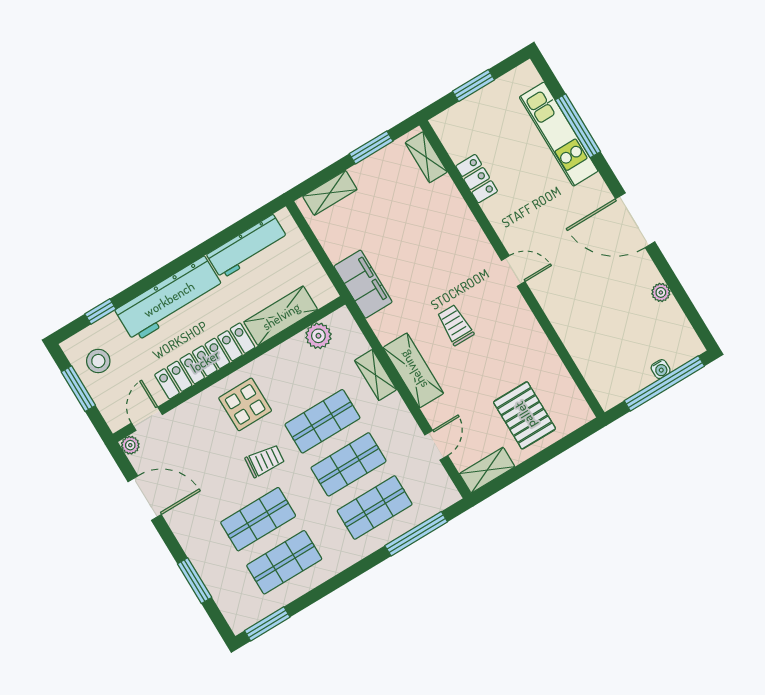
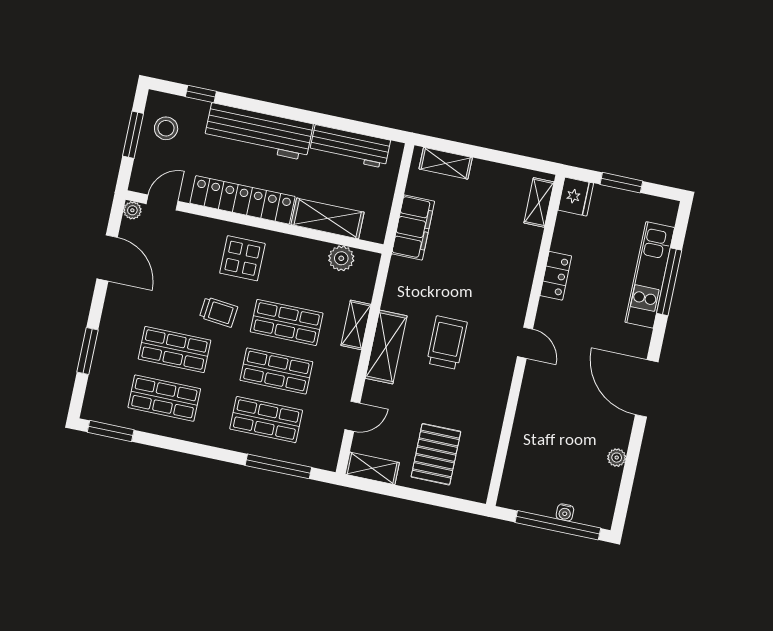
fridge: (449, 127) -> (576, 197), added
window: (371, 147) -> (506, 158), removed
locker: (477, 179) -> (556, 276), moved
filing cabinet: (363, 284) -> (413, 227), moved
trolley: (455, 325) -> (447, 343), width x1.36, depth x1.39

